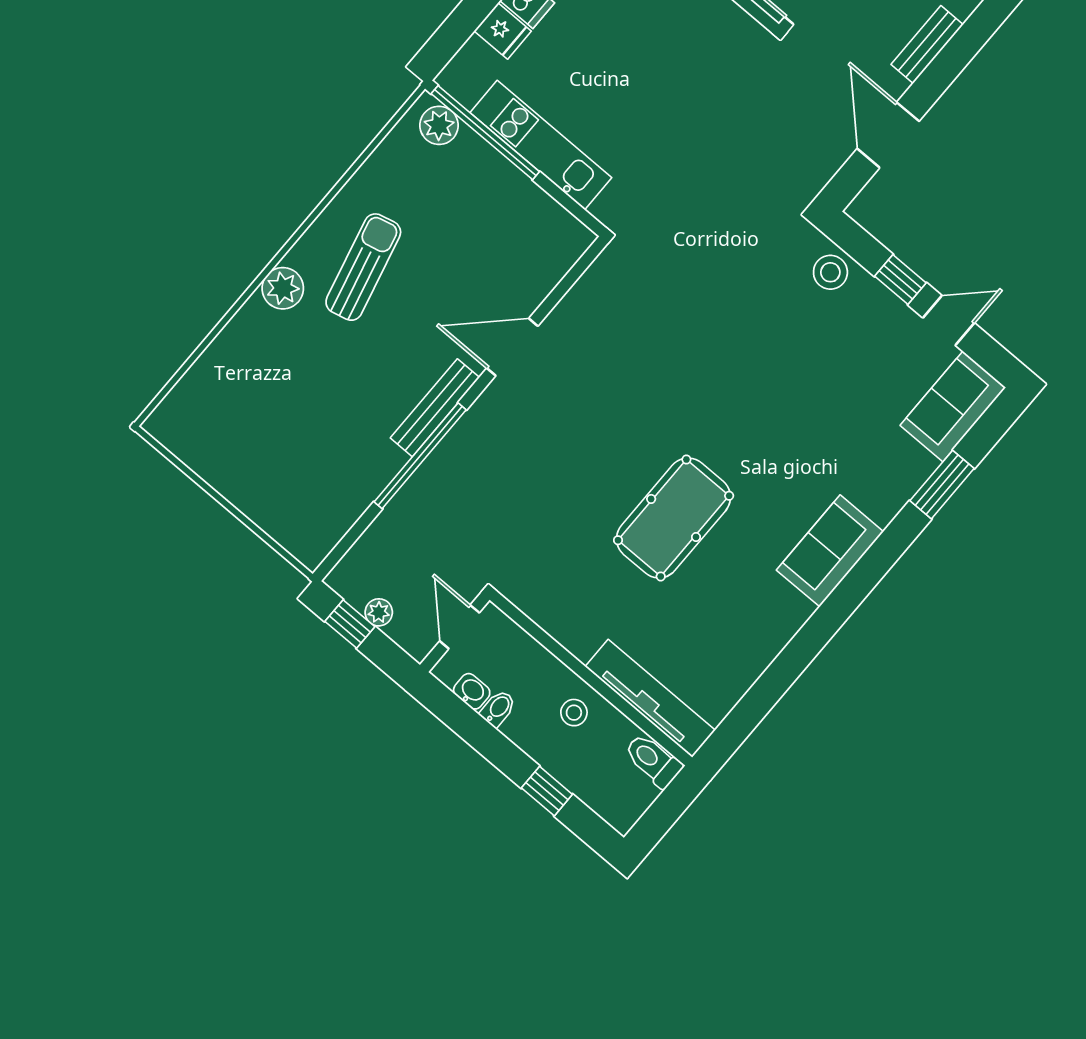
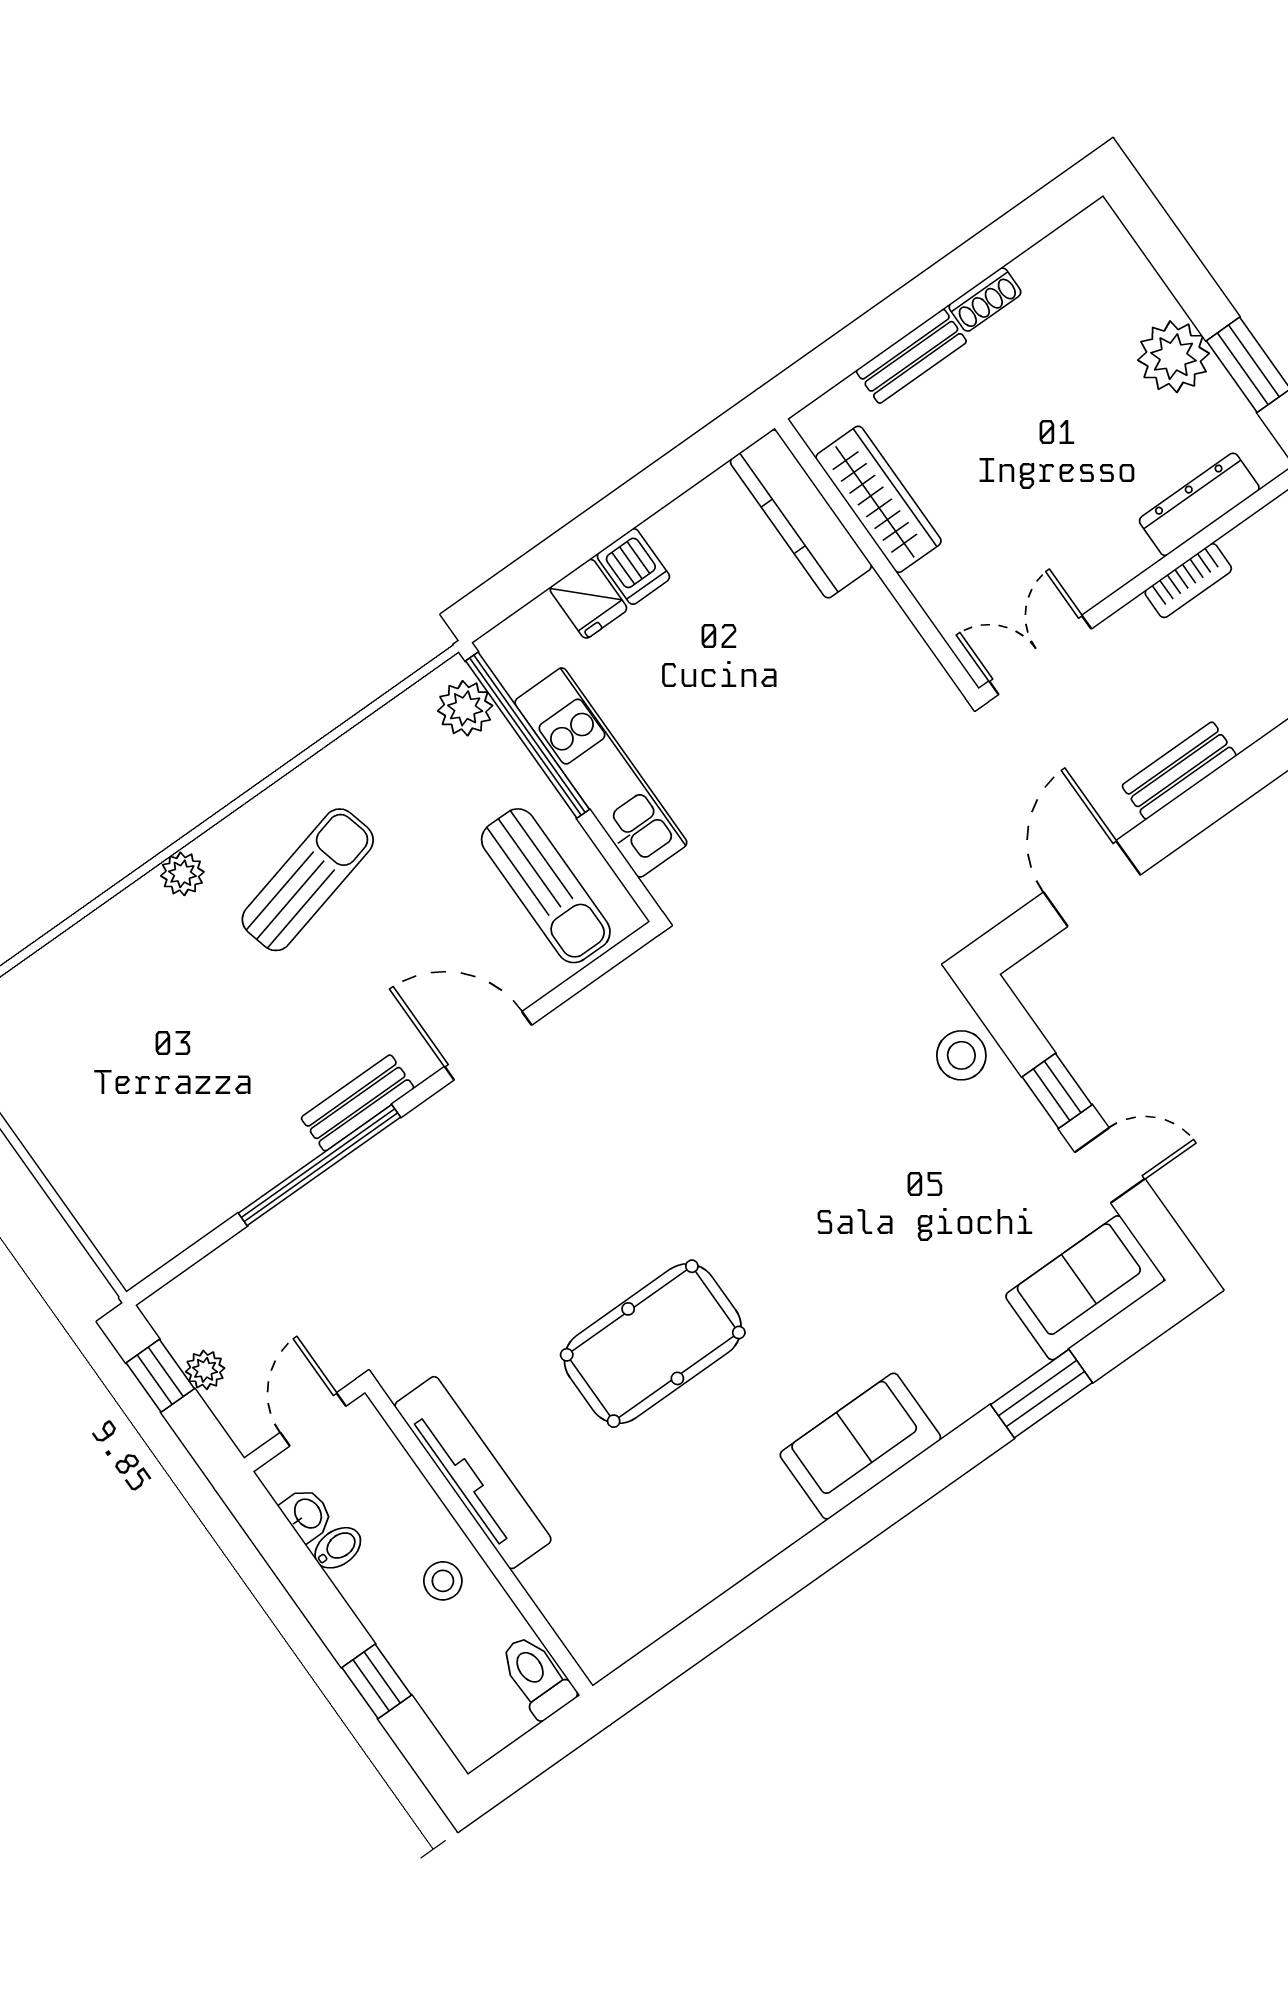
sun lounger: (523, 230) -> (546, 886), added
plant: (283, 288) -> (182, 874), width x0.73, depth x0.73
bench: (435, 408) -> (358, 1103), width x0.73
tv unit: (650, 698) -> (473, 1473), moved

